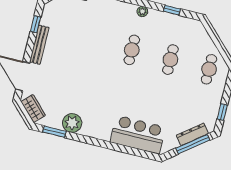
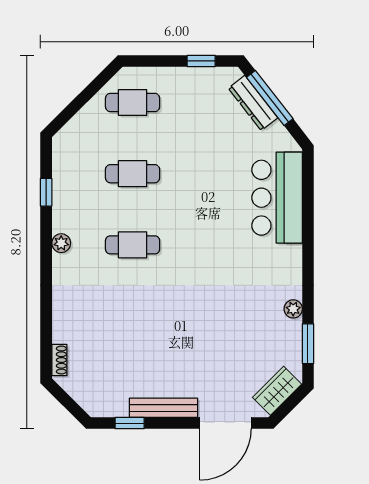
plant: (72, 123) -> (293, 309), width x0.53, depth x0.53

